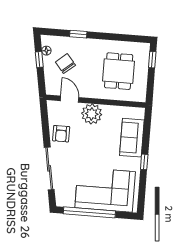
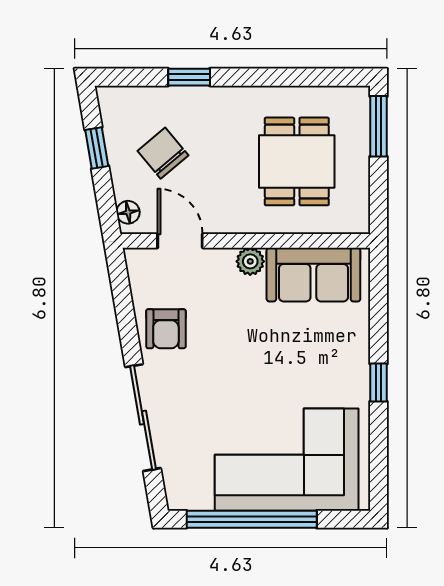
floor lamp: (46, 51) -> (128, 212), moved
window: (152, 60) -> (378, 126), width x1.50
plant: (92, 114) -> (250, 261), width x0.53, depth x0.53
sofa: (132, 138) -> (313, 275), moved, turned -90

